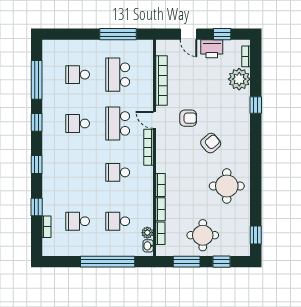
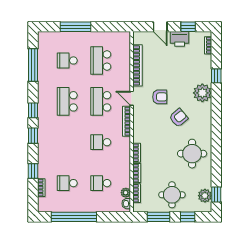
window: (118, 34) -> (76, 27), moved
plant: (239, 79) -> (202, 93), moved
window: (256, 105) -> (216, 76), moved
window: (37, 122) -> (33, 110), moved
school desk: (78, 123) -> (67, 101), width x1.85
plant: (242, 236) -> (205, 196), added
window: (108, 262) -> (74, 217), moved

